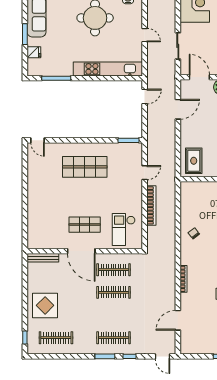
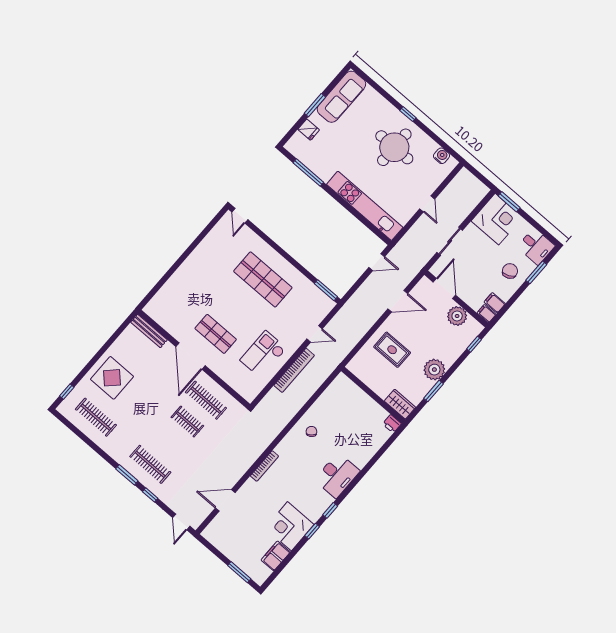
rug: (194, 161) -> (392, 350), moved, turned 90
checkout: (124, 230) -> (263, 354), moved
clothes rail: (114, 292) -> (187, 422), width x0.73

